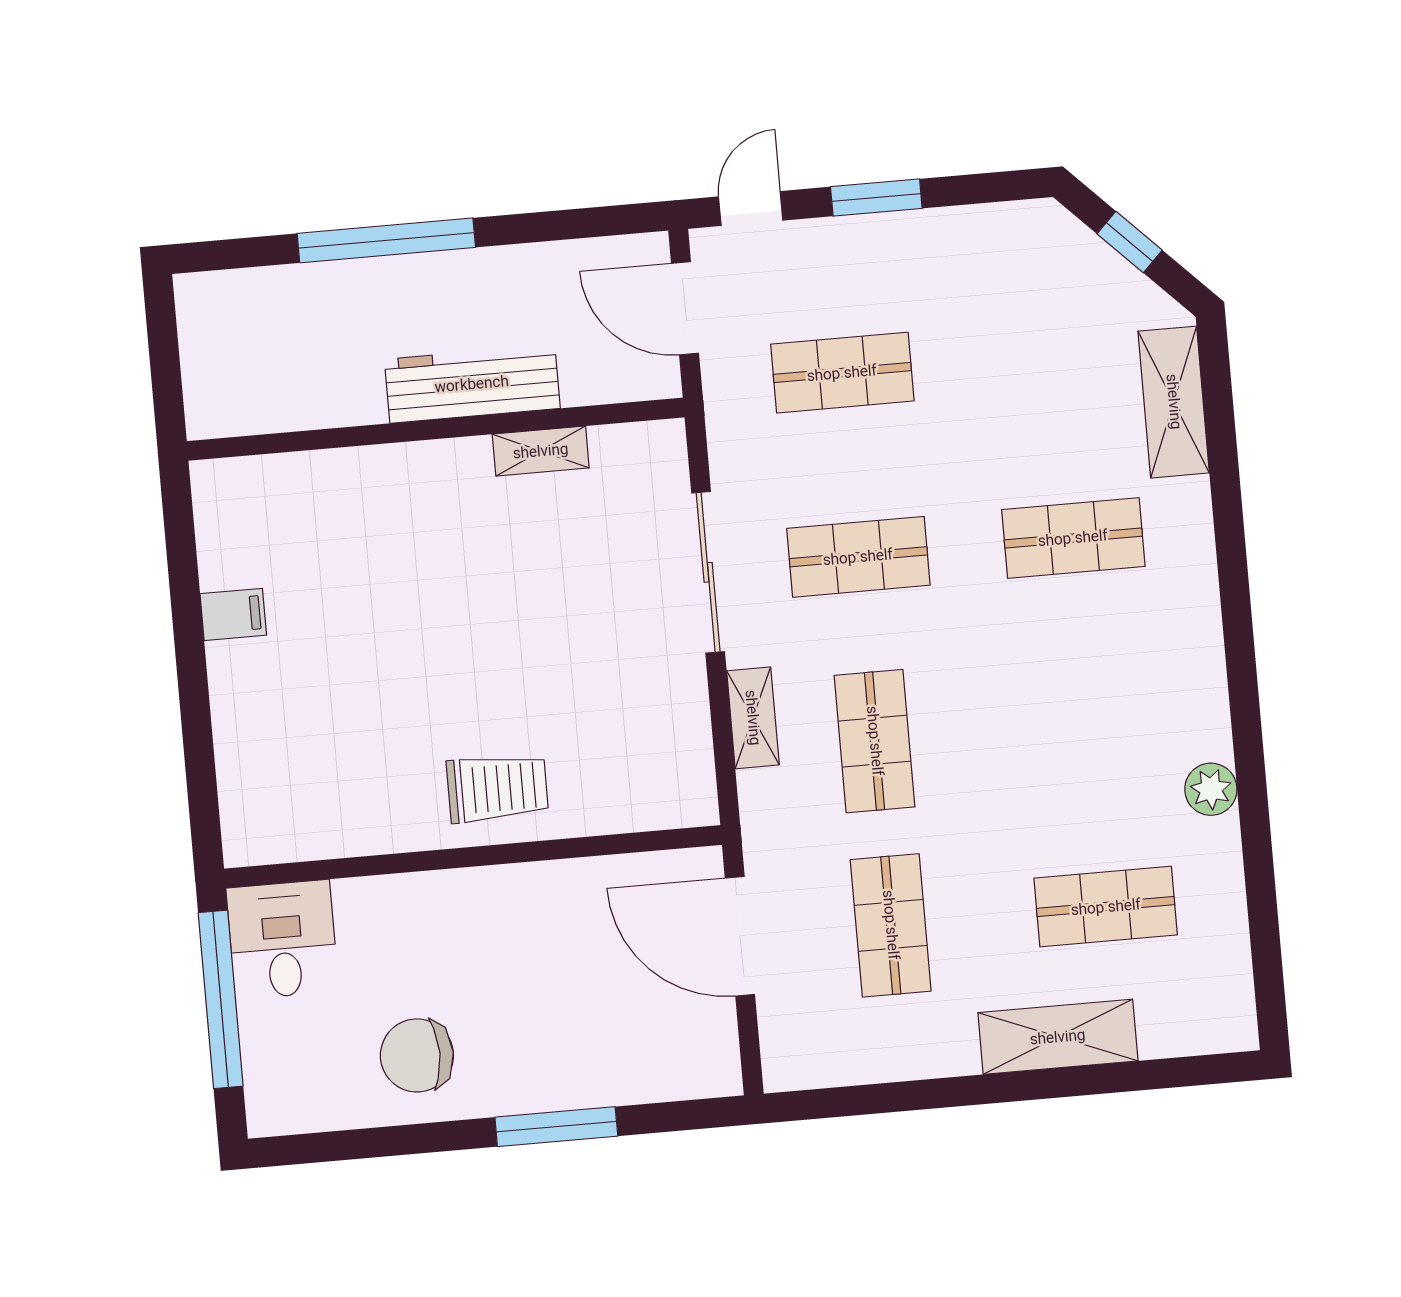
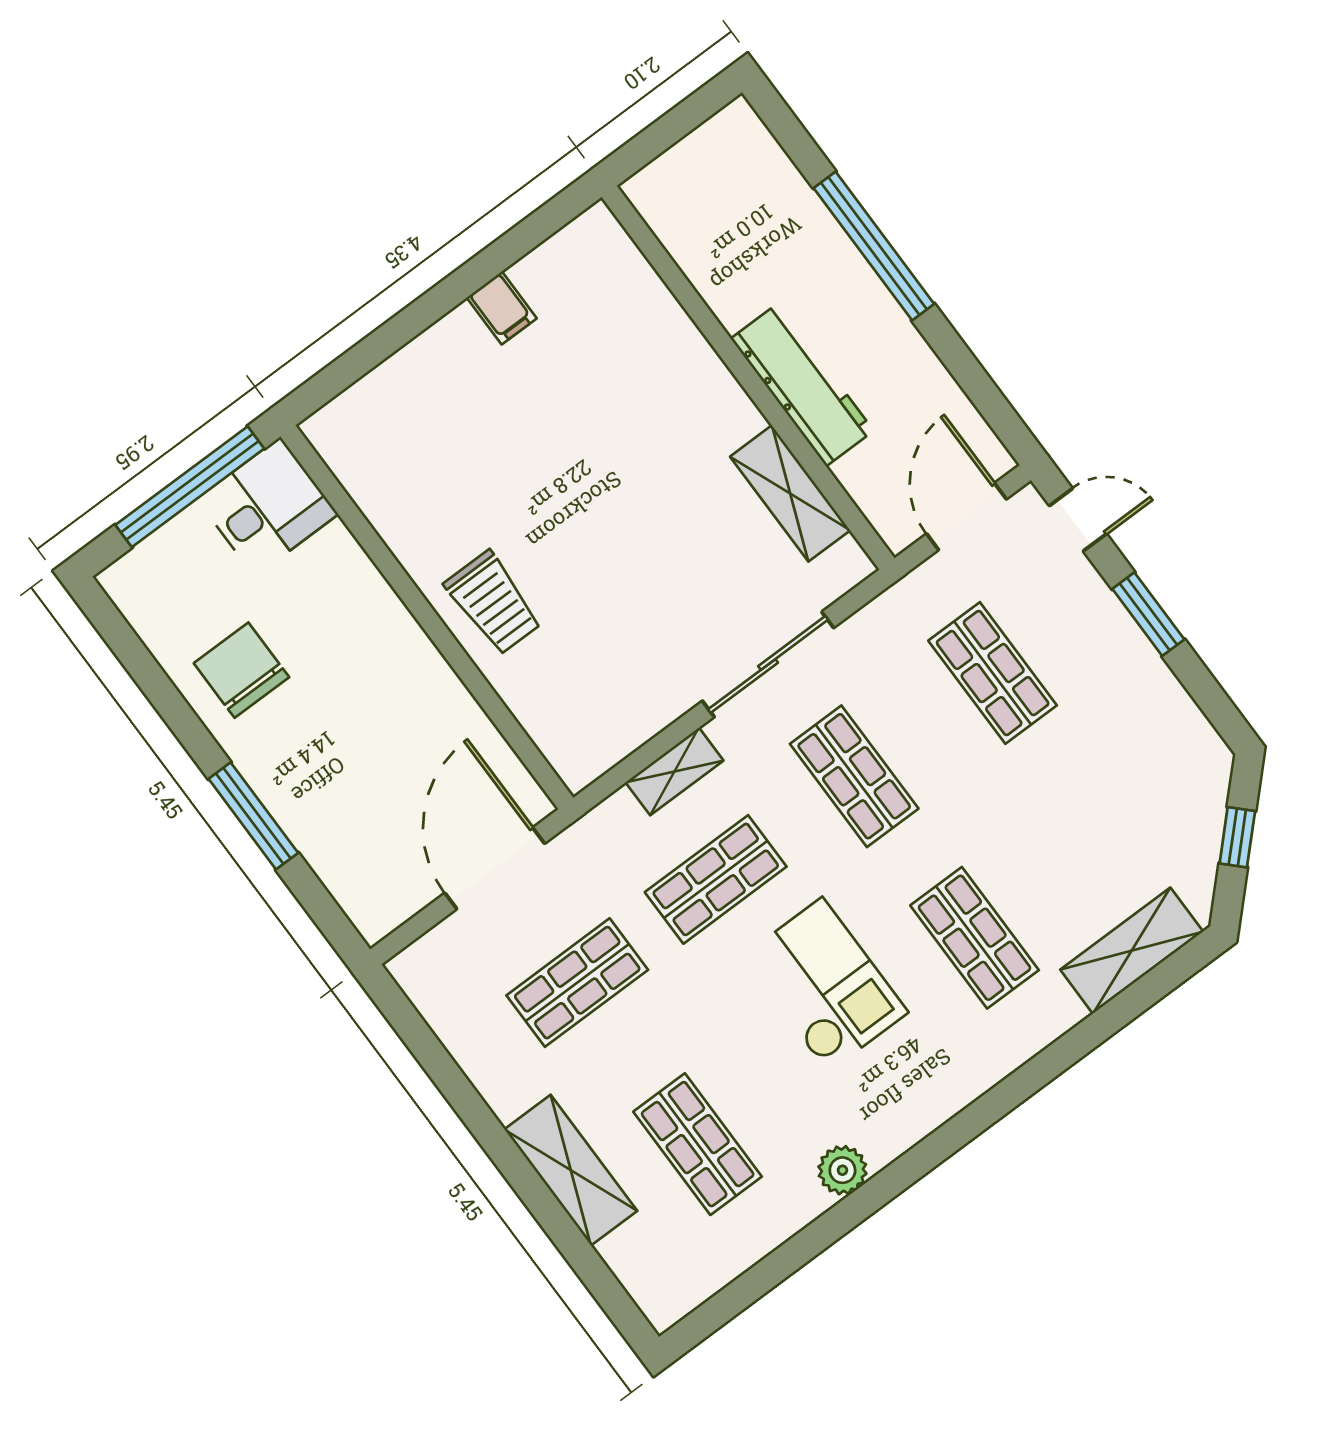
shelving: (541, 451) -> (790, 493), width x1.50, depth x1.33
checkout: (1032, 701) -> (825, 985), added

